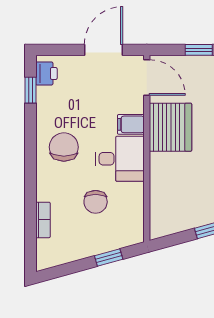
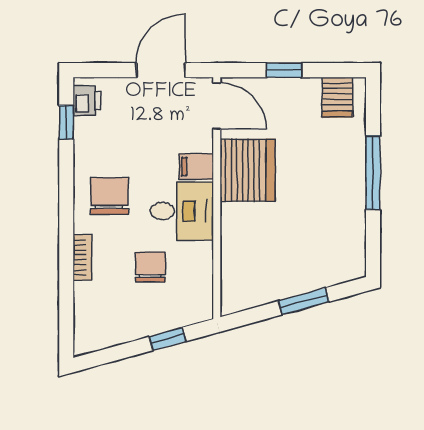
chair: (96, 202) -> (150, 267), turned 180
bookcase: (43, 220) -> (82, 257), moved

